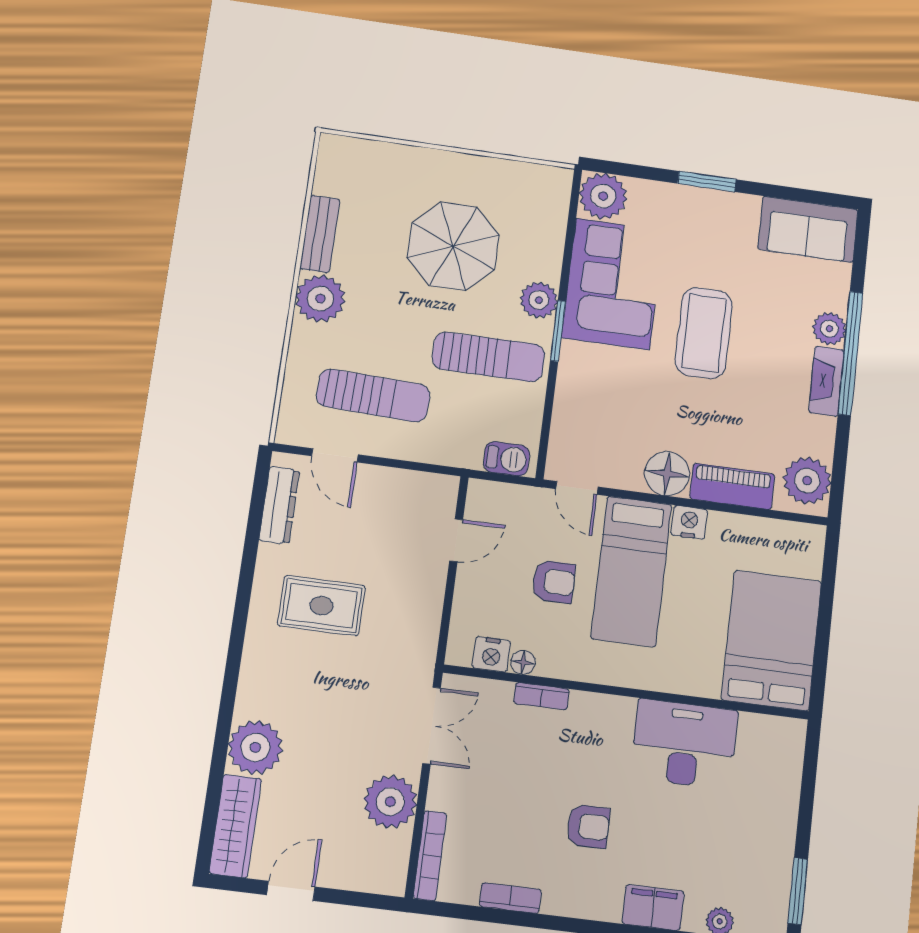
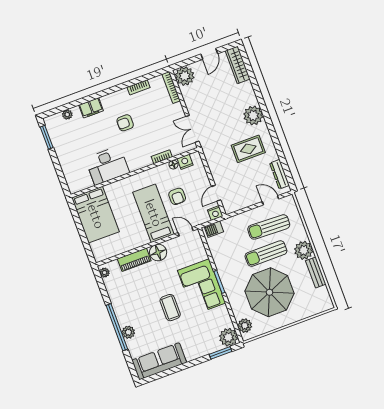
window: (707, 181) -> (220, 353), moved
sofa: (808, 229) -> (159, 361), width x1.36
parasol: (453, 246) -> (270, 292), width x1.36, depth x1.36
corner sofa: (613, 284) -> (202, 287), moved
plant: (539, 300) -> (245, 326), moved
coffee table: (704, 333) -> (170, 308), width x0.73, depth x0.76
sun lounger: (488, 357) -> (266, 254), moved
fireplace: (826, 381) -> (120, 313), removed
plant: (807, 481) -> (105, 273), width x0.53, depth x0.53
nightstand: (689, 522) -> (215, 213), moved
armchair: (554, 582) -> (177, 196), turned -90
plant: (255, 747) -> (253, 116), moved
plant: (390, 802) -> (185, 76), moved

